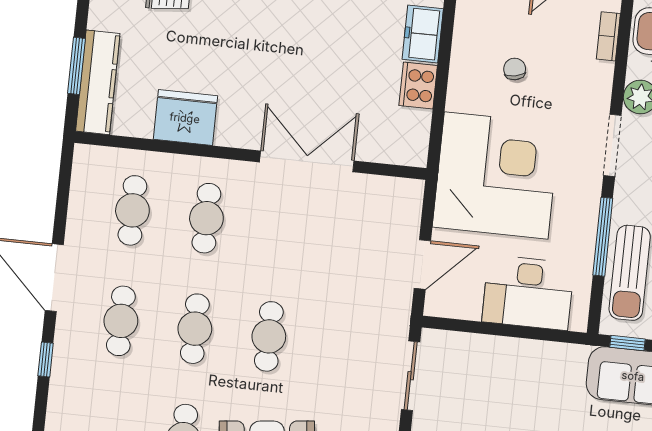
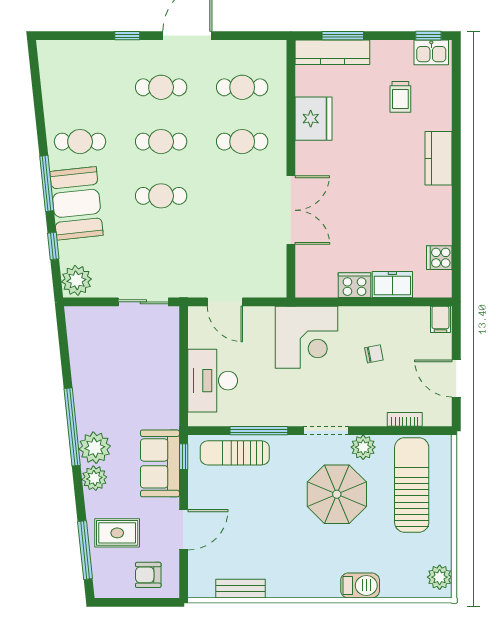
corner desk: (496, 175) -> (306, 337), width x0.74, depth x0.74

